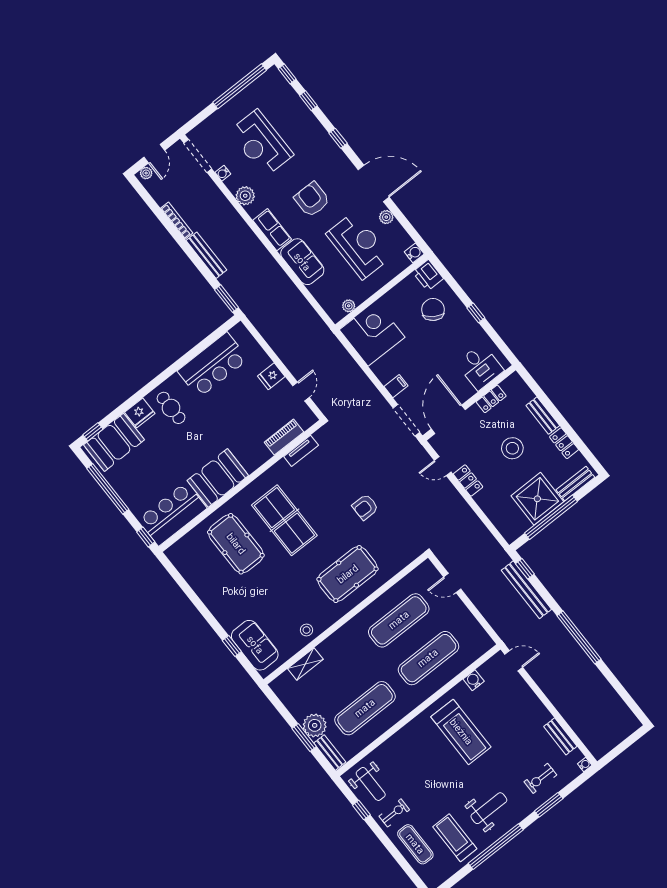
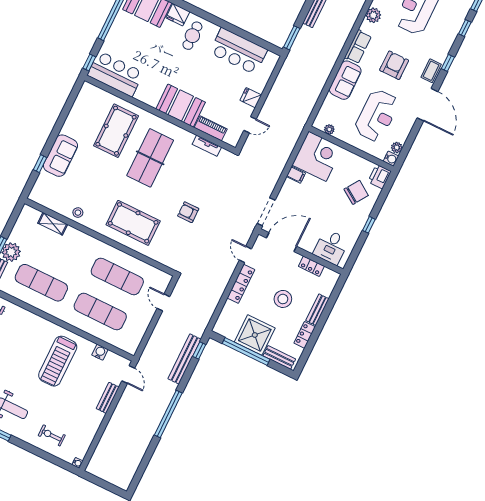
coffee table: (338, 161) -> (431, 71), added
plant: (386, 217) -> (397, 148), moved
filing cabinet: (396, 386) -> (296, 175), moved
booth: (218, 478) -> (181, 106), moved
locker: (468, 480) -> (241, 284), width x1.53
sofa: (255, 645) -> (61, 156), moved
bench: (560, 736) -> (108, 398), moved
window: (549, 805) -> (35, 451), removed

